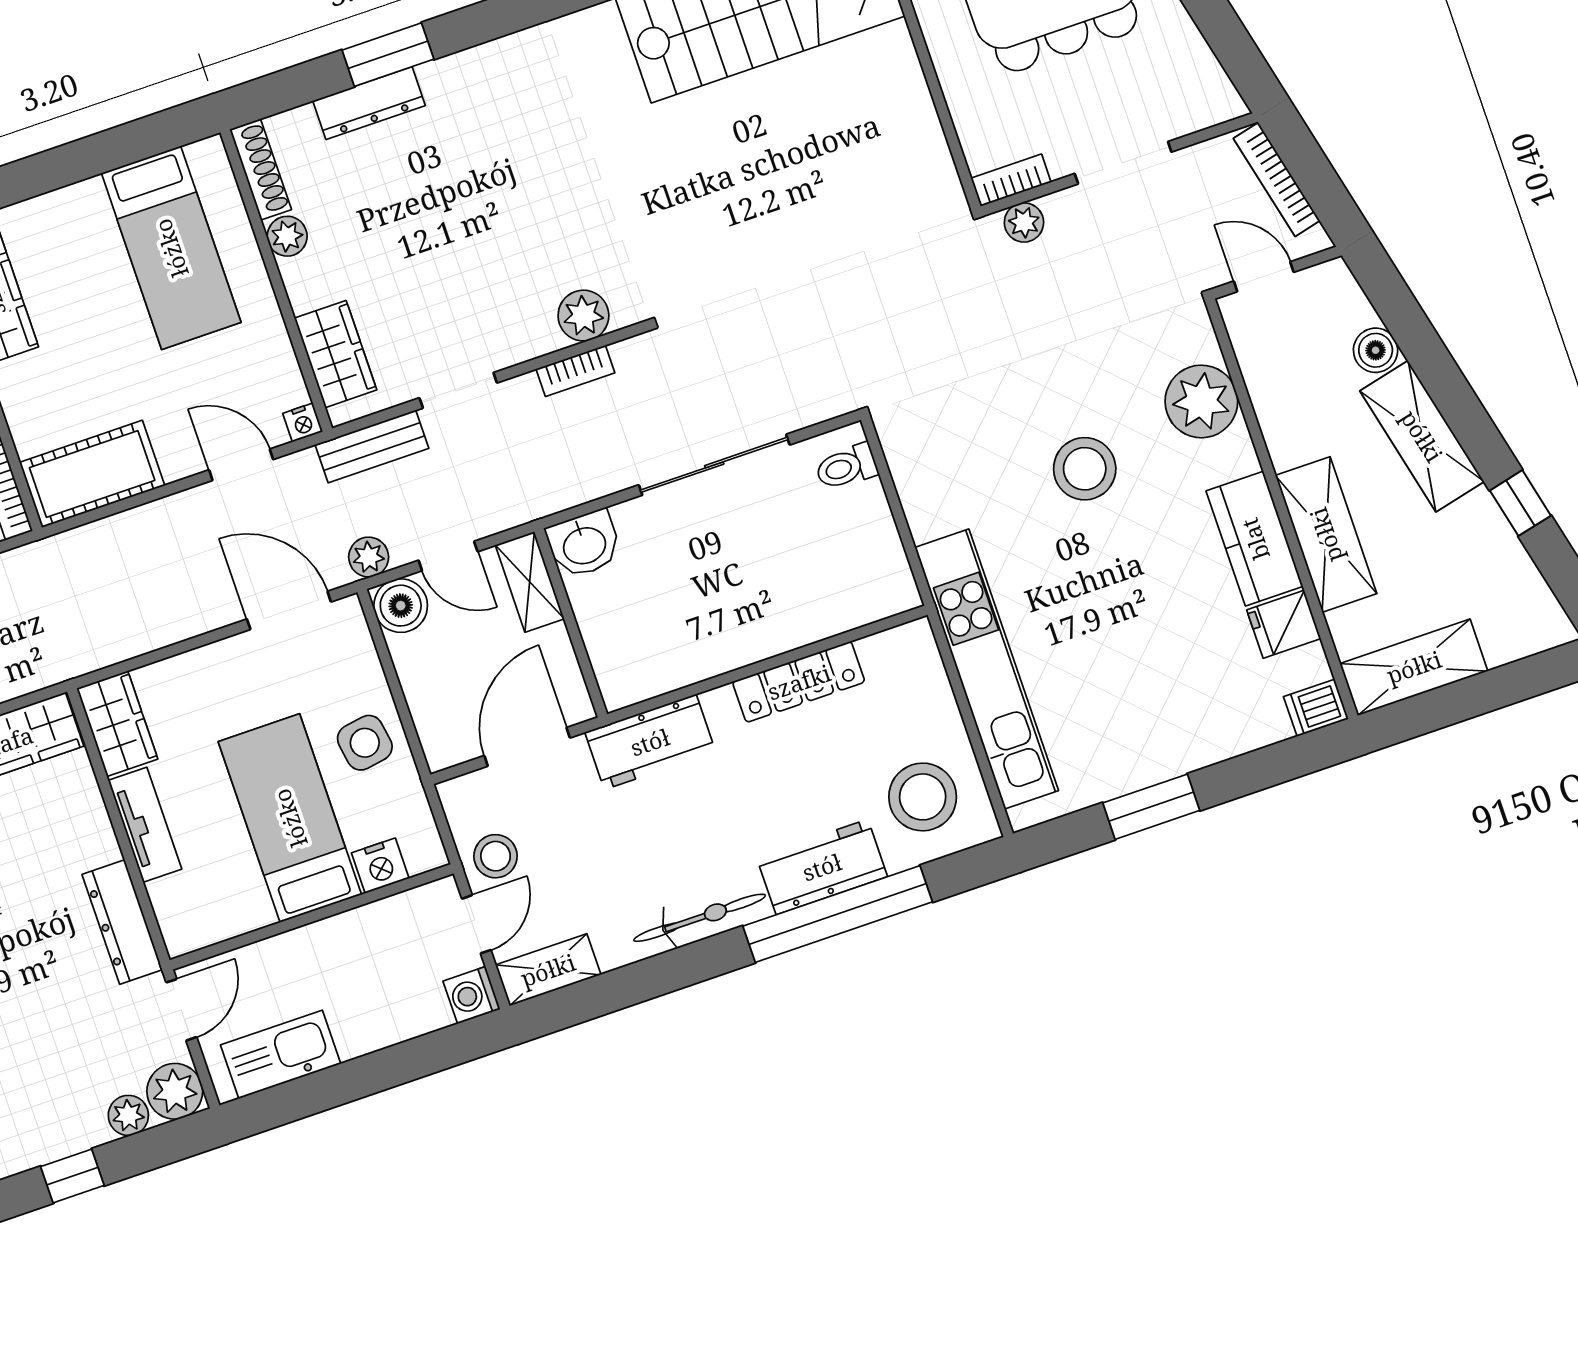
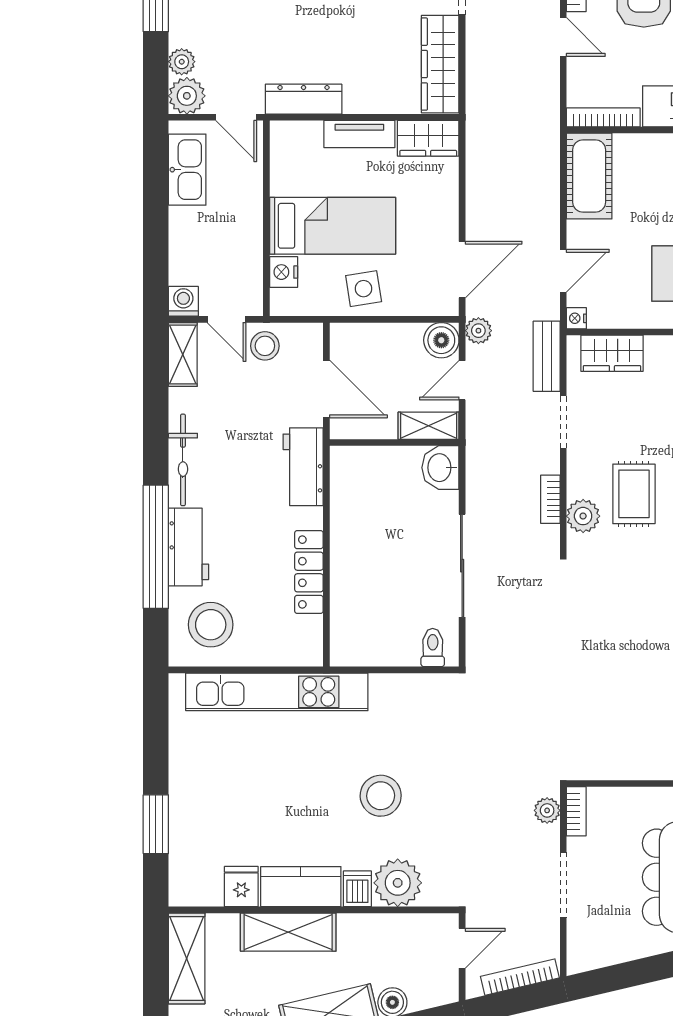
rug: (527, 253) -> (634, 494), added
dishwasher: (1316, 708) -> (357, 889), moved
window: (1151, 807) -> (156, 824), moved

